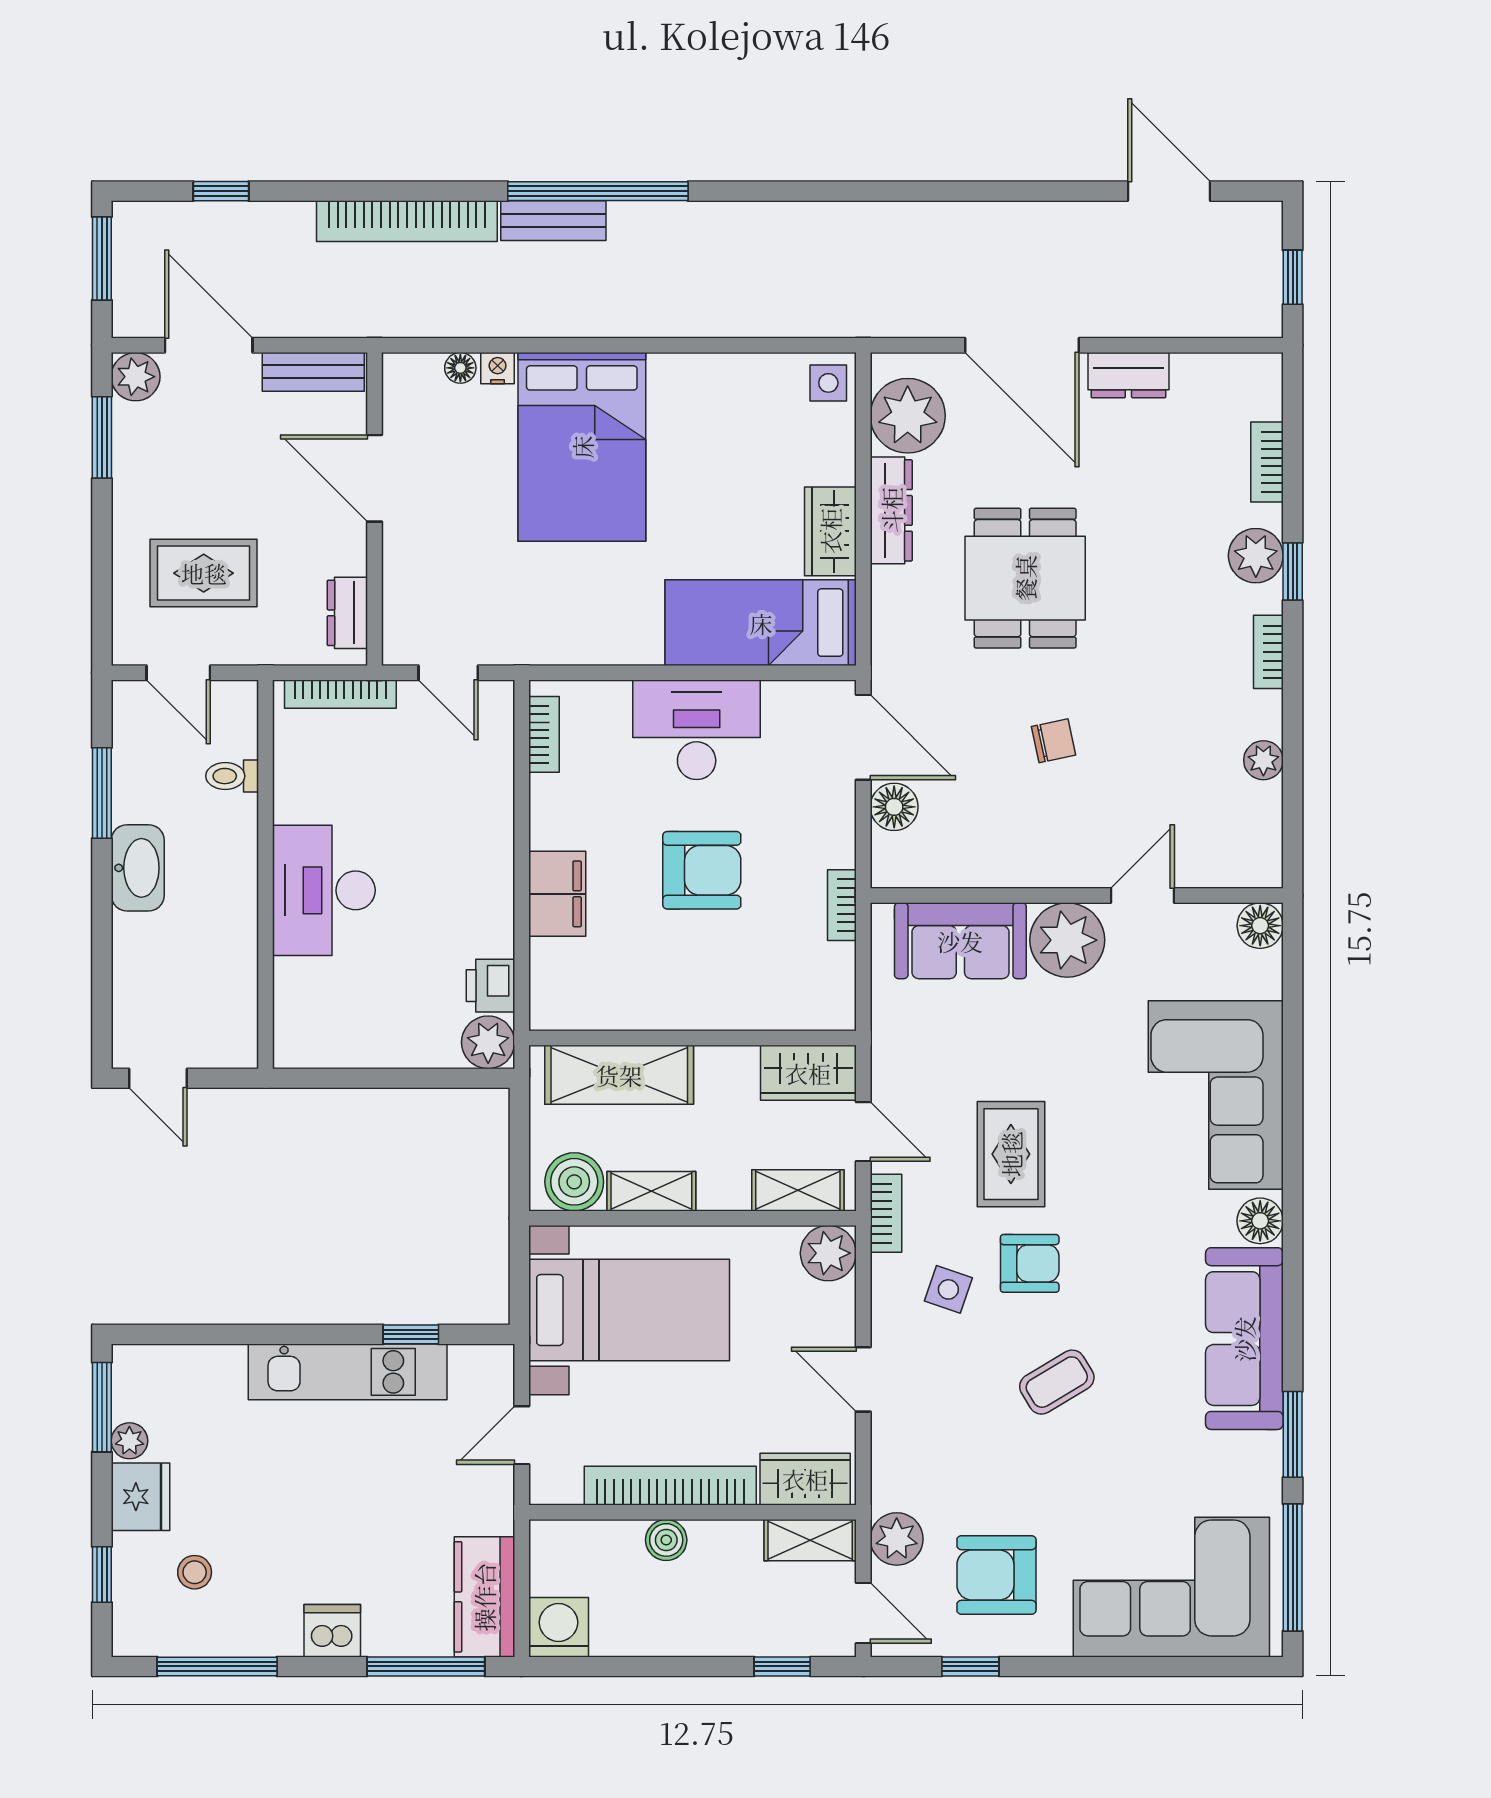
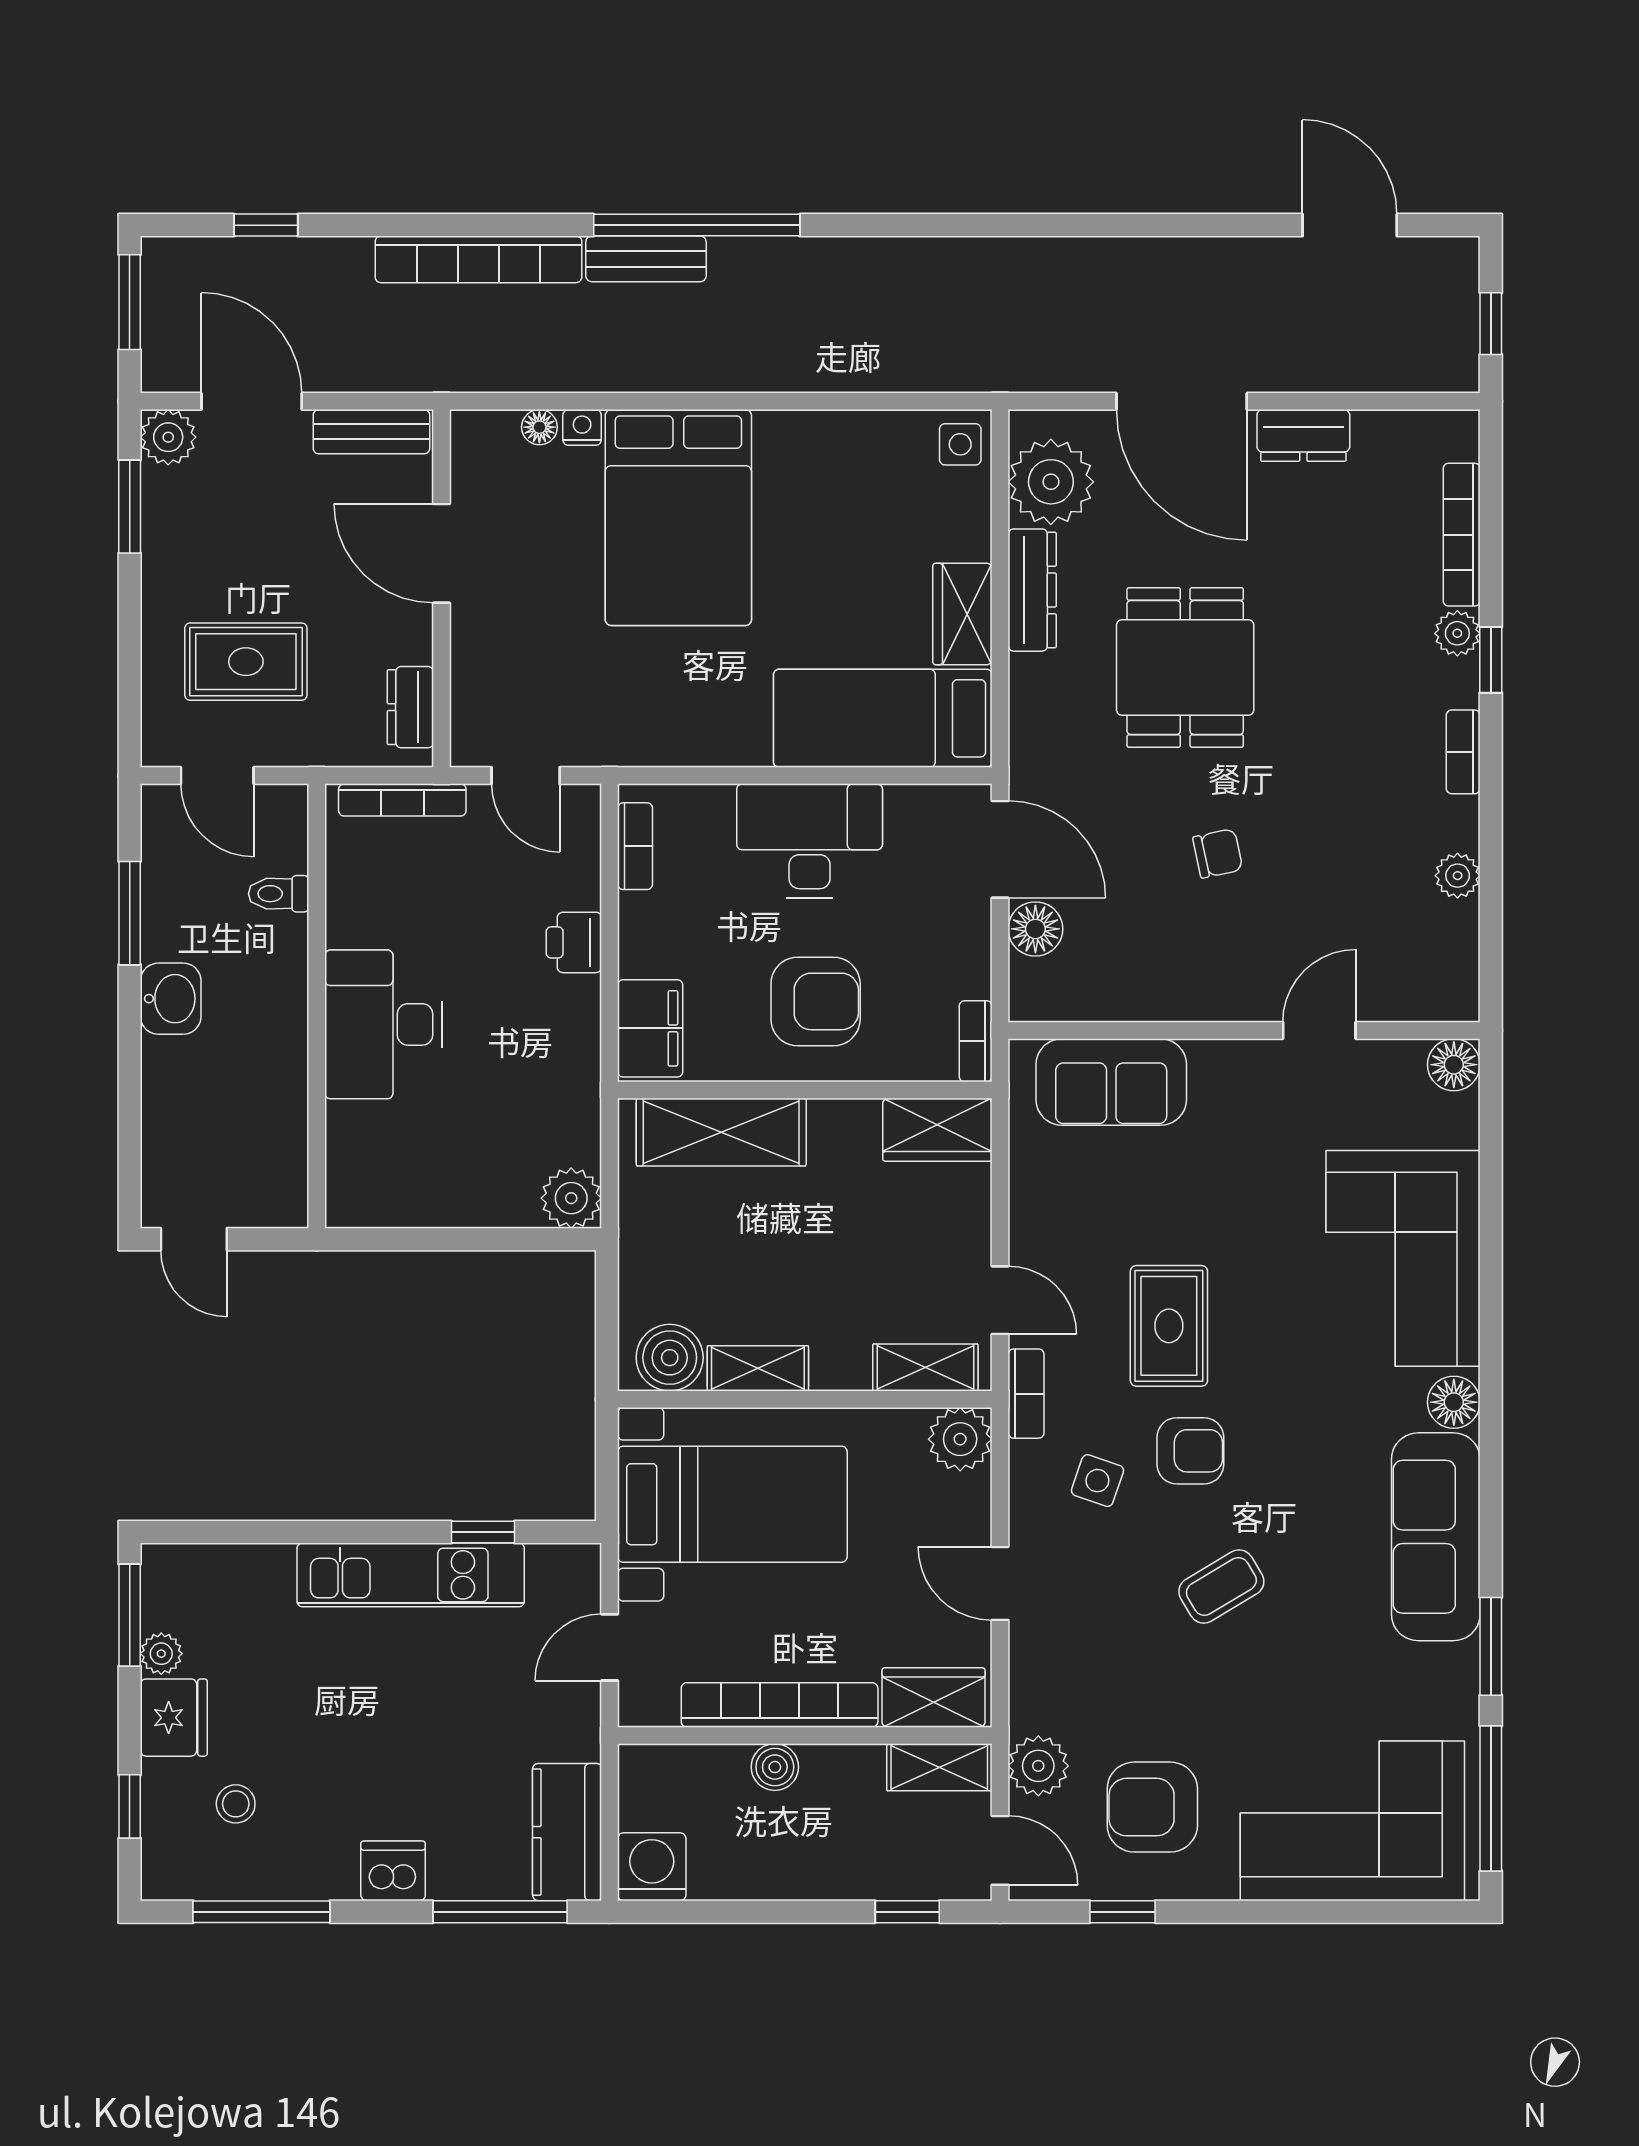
bookcase: (1267, 462) -> (1462, 535), width x1.56
plant: (1256, 556) -> (1457, 633), width x0.73, depth x0.73
washbasin: (138, 868) -> (171, 999), width x0.72
plant: (1067, 940) -> (1233, 1081), removed
printer: (490, 986) -> (574, 942), moved
wall: (692, 1038) -> (805, 1090), moved
wardrobe: (808, 1073) -> (937, 1130), moved
shelving: (619, 1075) -> (721, 1132), moved

